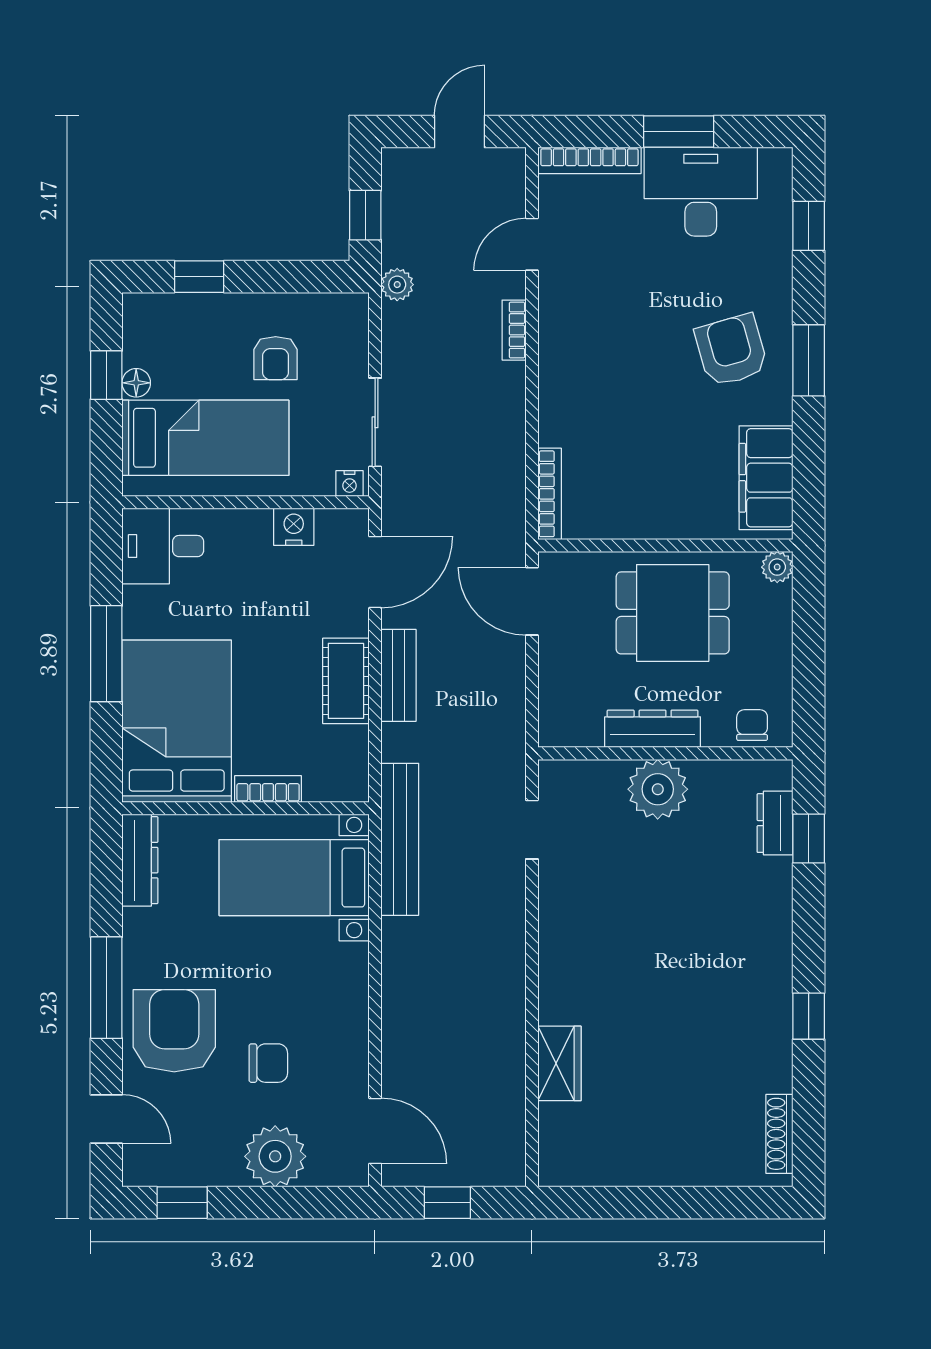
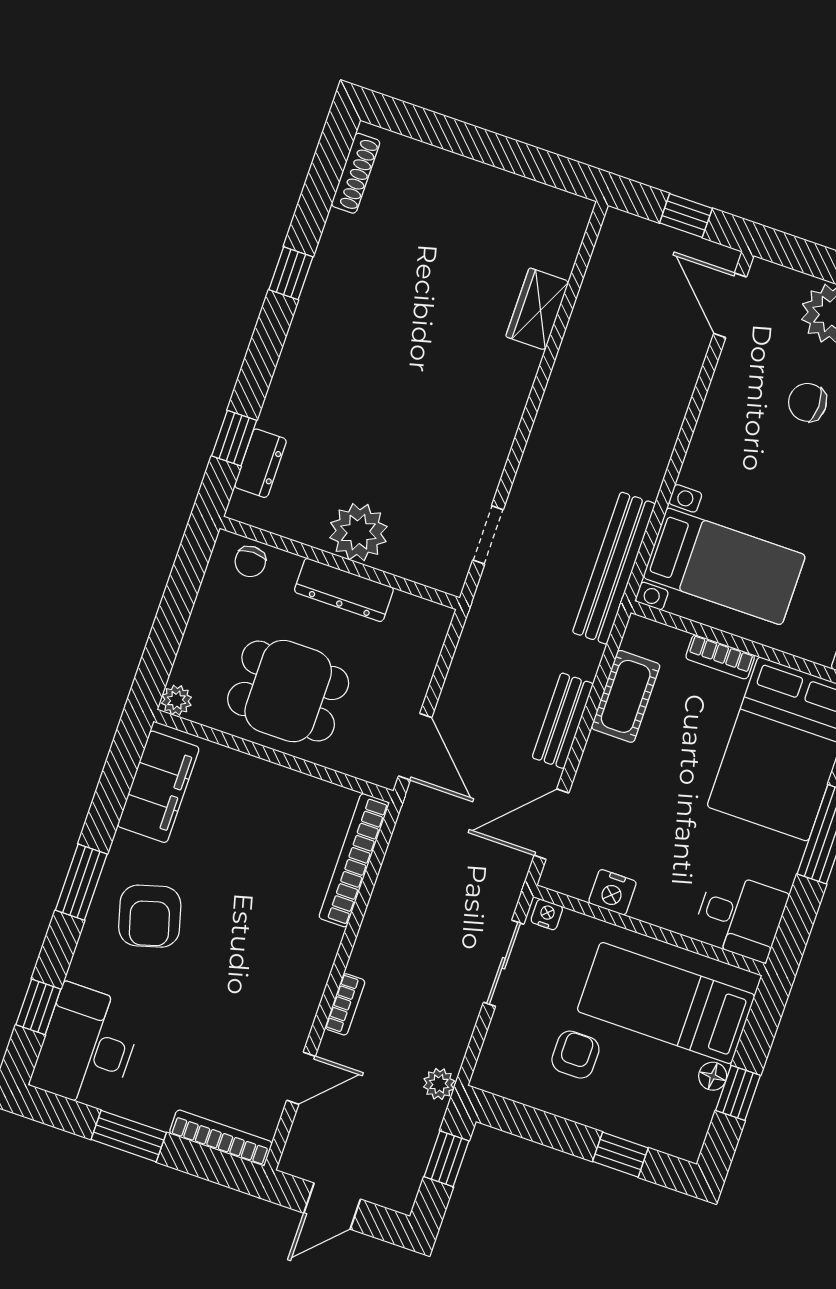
desk: (701, 192) -> (87, 1047), moved, turned 90
bookcase: (550, 494) -> (354, 860), width x1.48, depth x1.31
cot: (346, 681) -> (626, 696), moved

